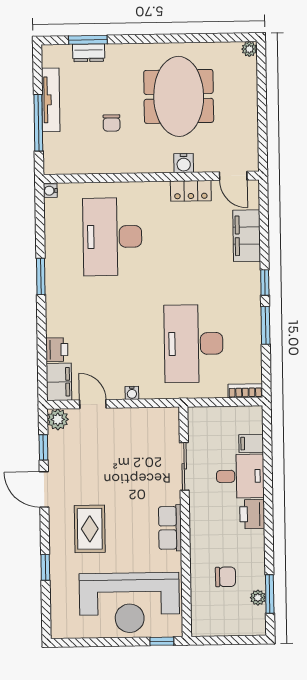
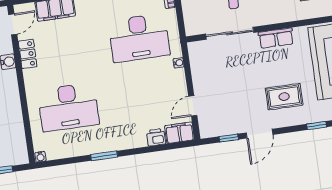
water cooler: (132, 393) -> (179, 63), moved
plant: (58, 419) -> (207, 130), removed
sliding door: (184, 466) -> (230, 33), width x1.37

